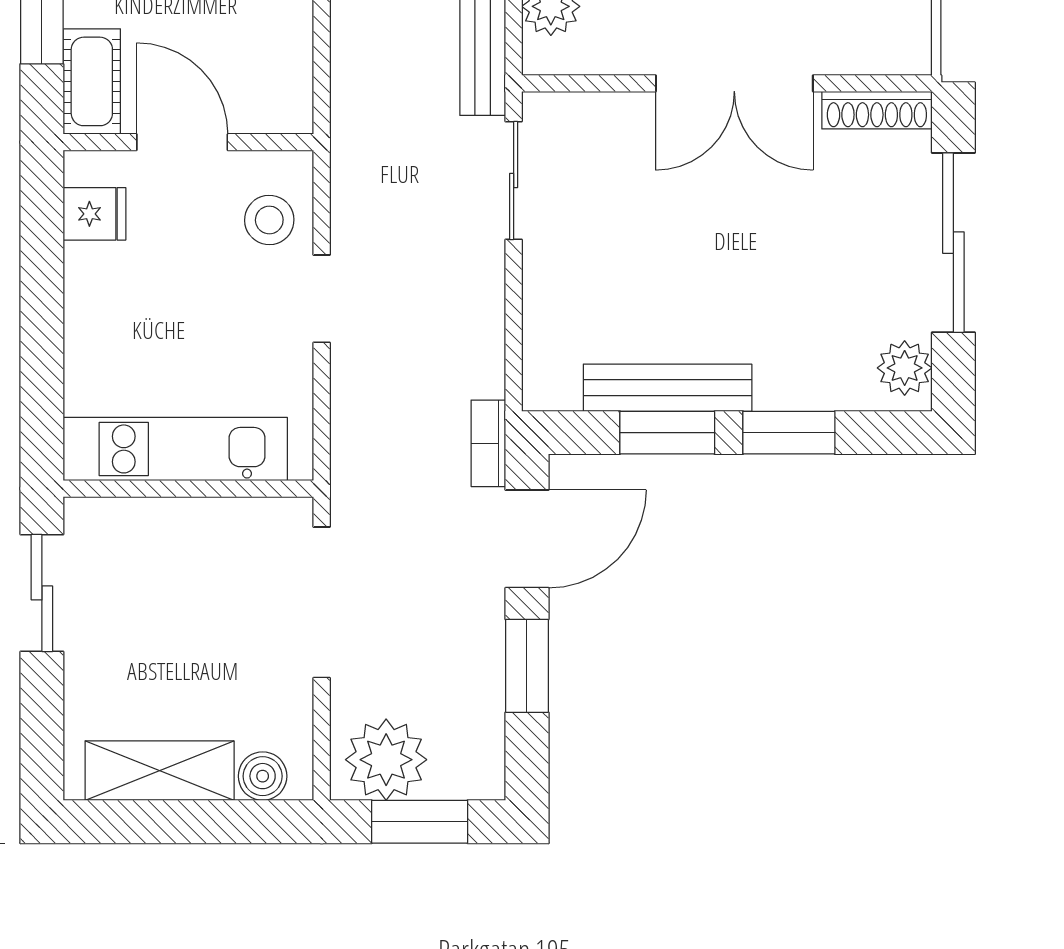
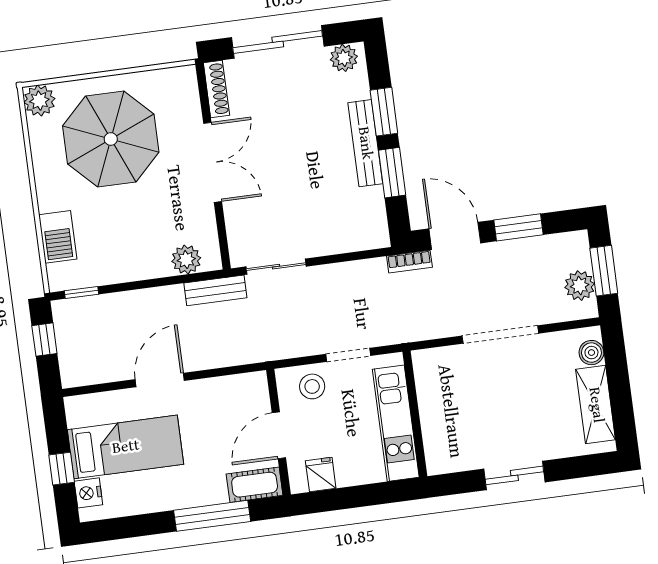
bench: (668, 388) -> (365, 143), moved
kitchen unit: (175, 449) -> (396, 423), moved
wall: (188, 489) -> (415, 414), moved
plant: (386, 760) -> (580, 286), width x0.73, depth x0.73

